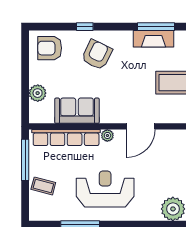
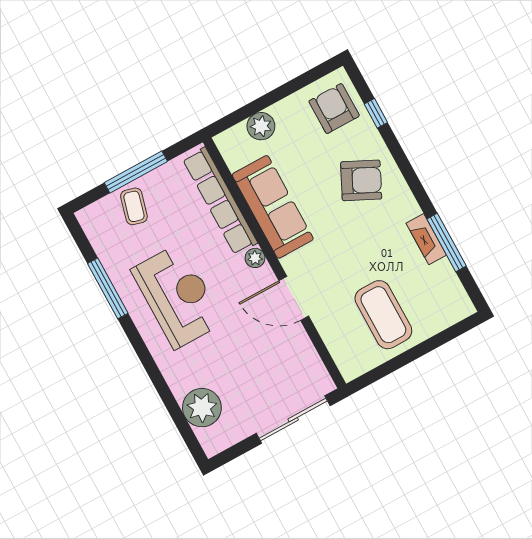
window: (85, 27) -> (376, 113), moved
fireplace: (154, 39) -> (426, 239), width x0.73, depth x0.76
sofa: (77, 111) -> (273, 207), width x1.36
window: (25, 160) -> (136, 172), moved

